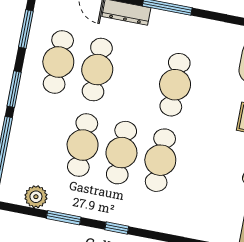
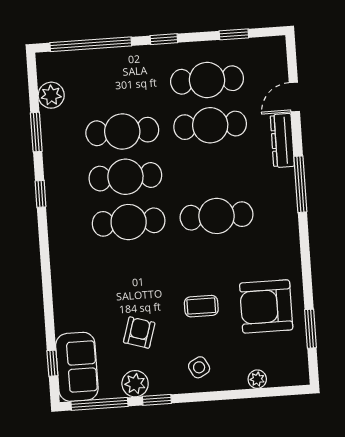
window: (26, 29) -> (234, 34), width x0.67
window: (14, 89) -> (164, 39), width x0.67

